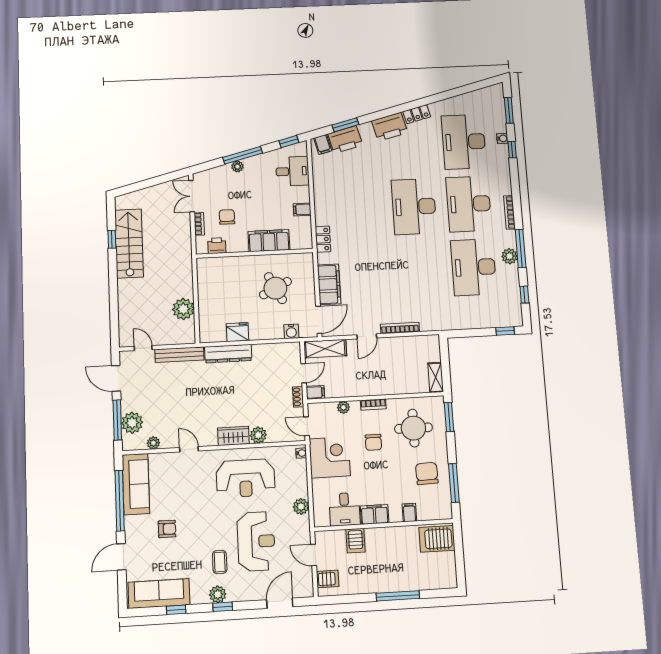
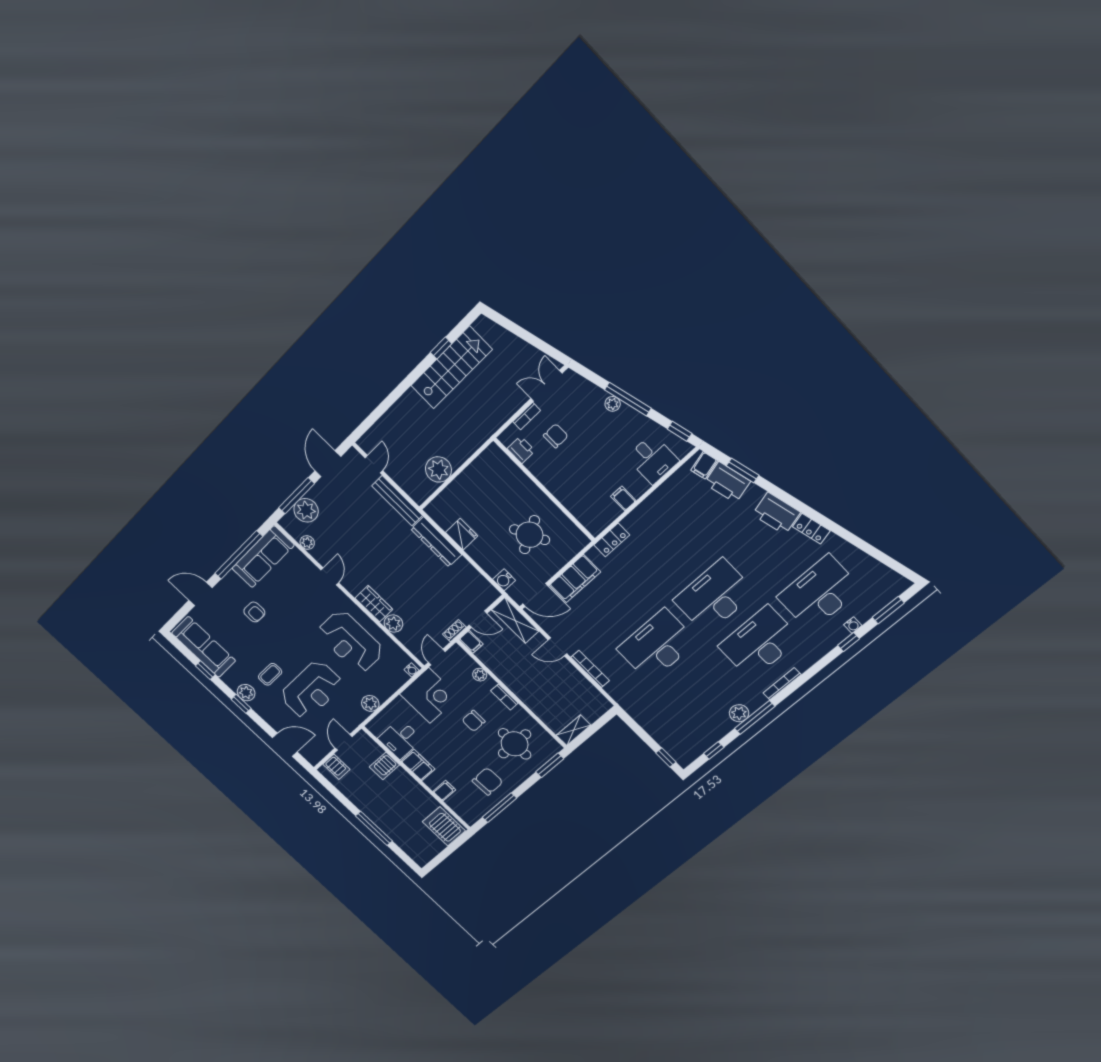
filing cabinet: (269, 241) -> (568, 493), removed
desk: (474, 267) -> (657, 645), moved

